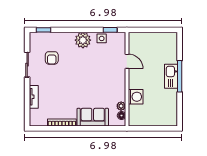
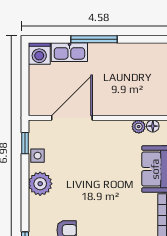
door: (127, 61) -> (72, 118), width x1.88
kitchen sink: (171, 76) -> (69, 52), moved
washing machine: (136, 97) -> (39, 53), moved, turned 180

